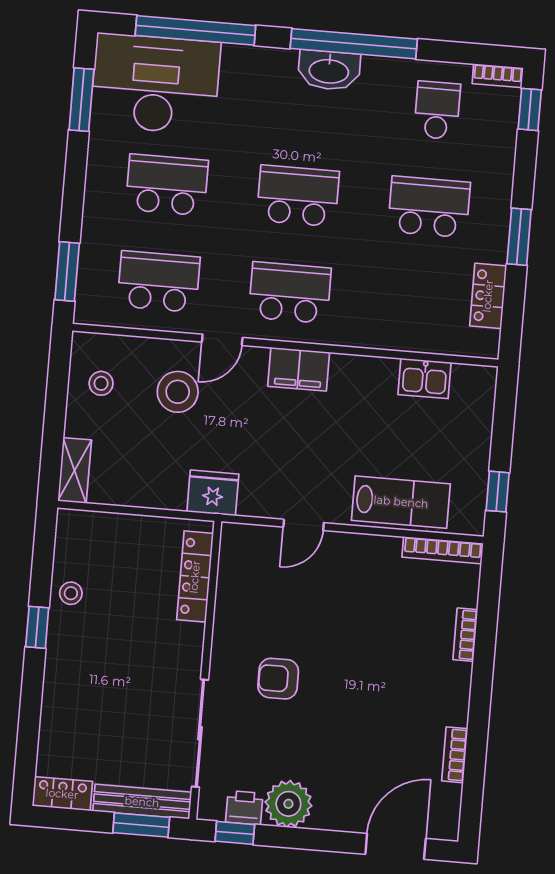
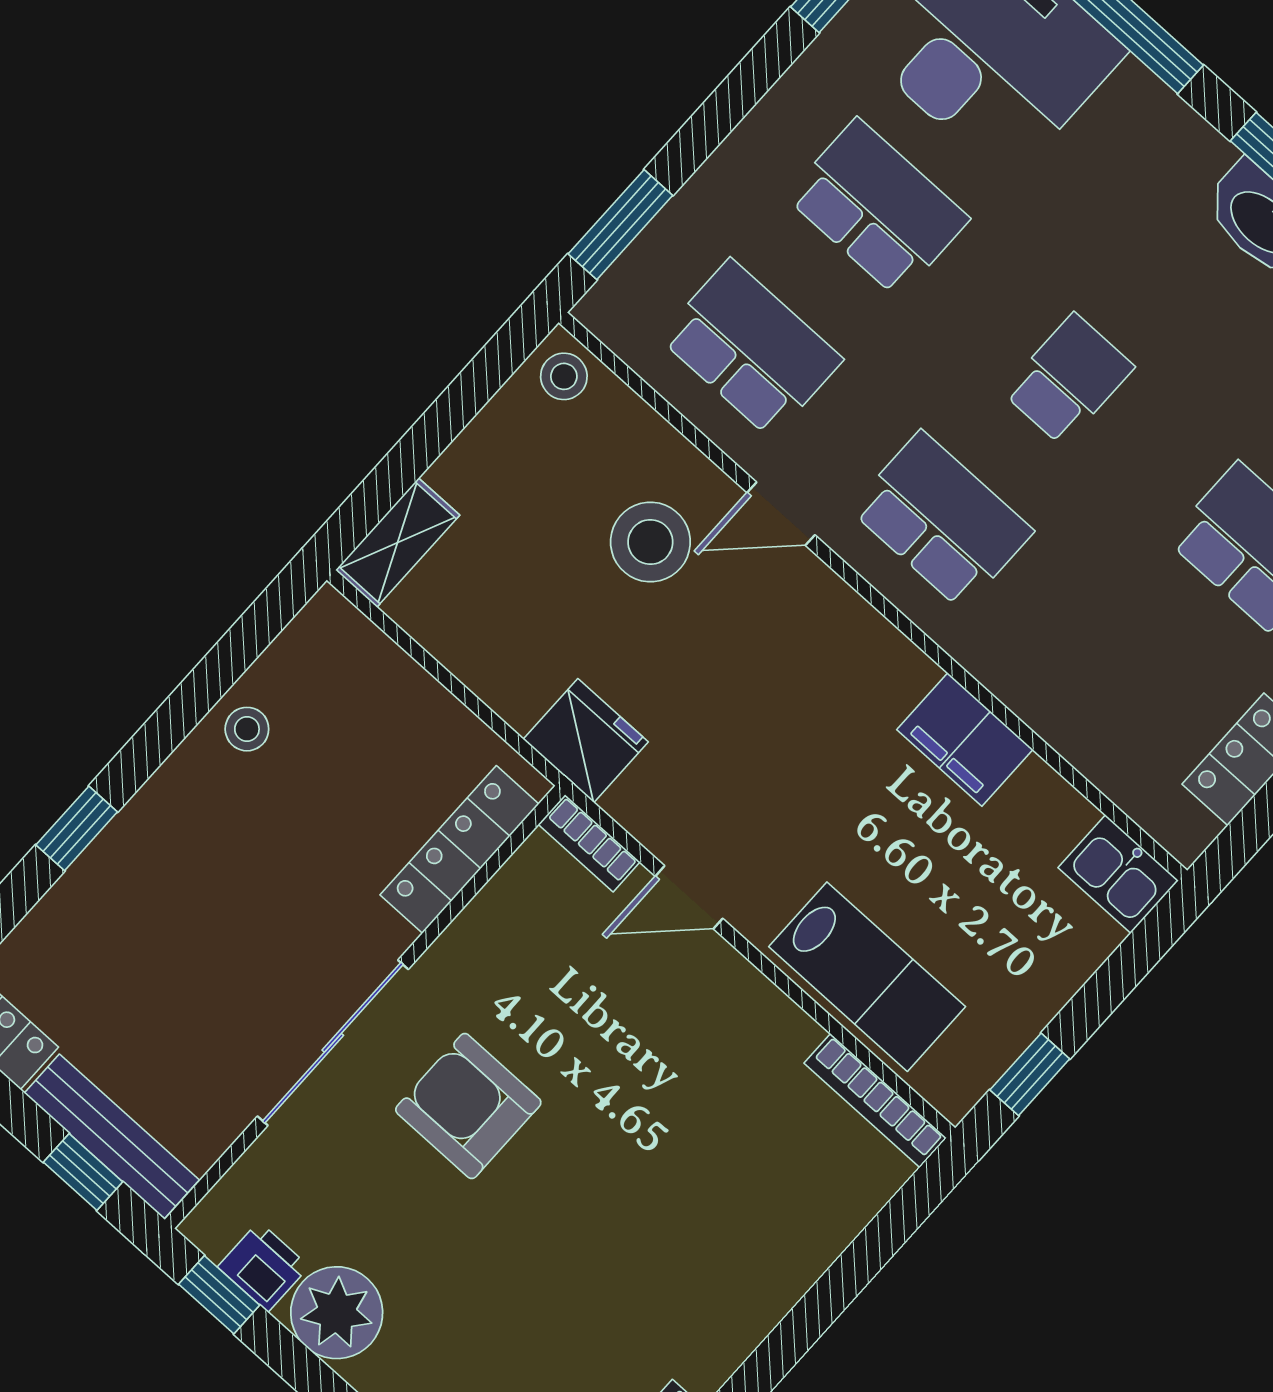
school desk: (298, 196) -> (1068, 379), width x0.54
filing cabinet: (299, 369) -> (965, 740), moved
kitchen sink: (425, 378) -> (1118, 874), moved
stool: (101, 383) -> (564, 376), moved
window: (37, 627) -> (77, 828), moved
bookcase: (465, 635) -> (589, 843), moved, turned -90
armchair: (278, 679) -> (468, 1106), width x1.38, depth x1.38
sliding door: (200, 733) -> (333, 1043), moved
window: (141, 825) -> (83, 1172), width x0.67

